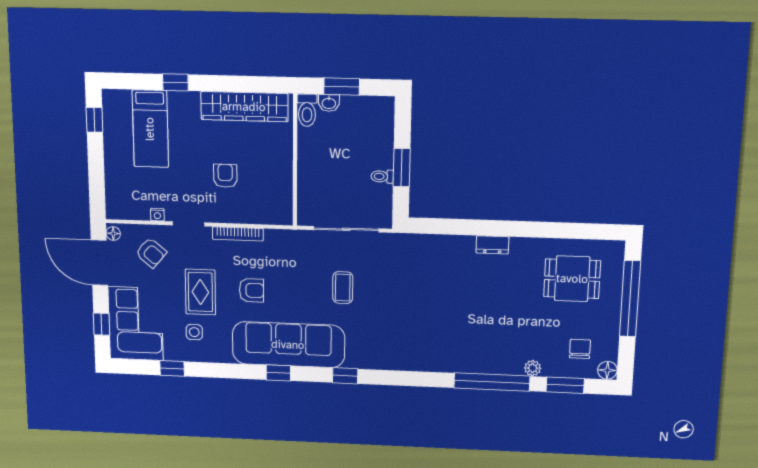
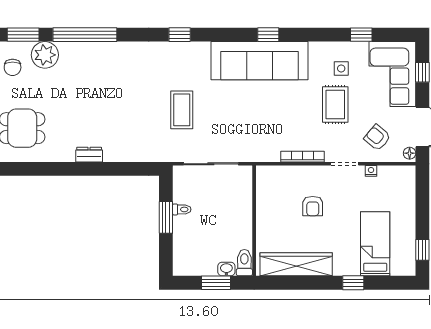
coffee table: (343, 288) -> (182, 110), moved, width x1.36, depth x1.30
armchair: (251, 290) -> (291, 108), removed
plant: (533, 368) -> (45, 55), width x1.87, depth x1.87
window: (345, 376) -> (180, 35), moved

